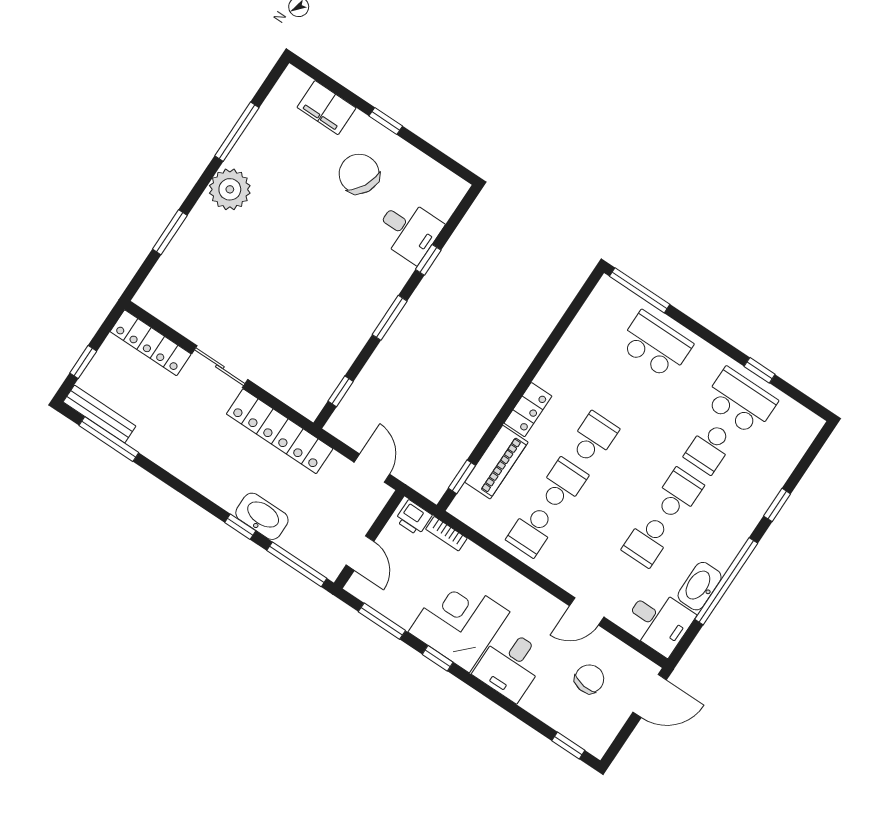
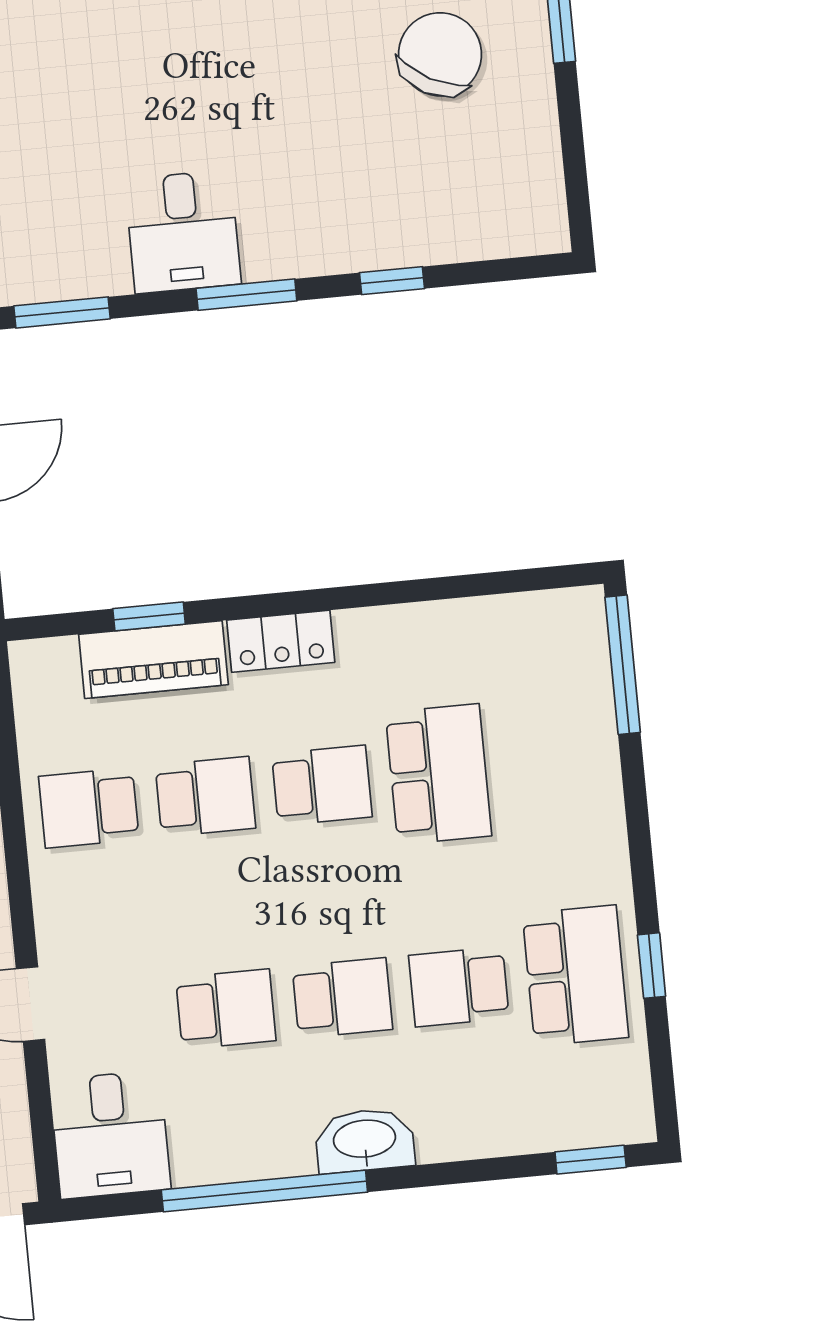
desk: (409, 230) -> (183, 232), moved
school desk: (656, 345) -> (438, 774), moved
window: (341, 391) -> (62, 312), width x1.50
window: (462, 477) -> (149, 616), moved
window: (777, 505) -> (591, 1160), moved
school desk: (647, 541) -> (226, 1009), turned 180
washbasin: (700, 586) -> (365, 1140), moved

